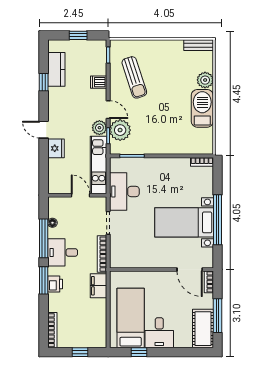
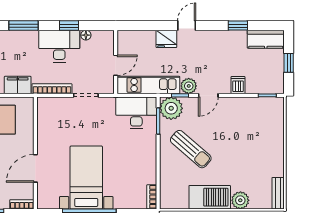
kitchen counter: (56, 69) -> (266, 39), moved
sun lounger: (134, 77) -> (191, 149), moved, turned -121
plant: (120, 130) -> (171, 108), moved
desk: (124, 191) -> (136, 113), moved
window: (44, 238) -> (69, 26), width x0.46
desk: (63, 252) -> (59, 46), width x1.37
door: (190, 269) -> (35, 168), moved
printer: (55, 284) -> (20, 38), removed

